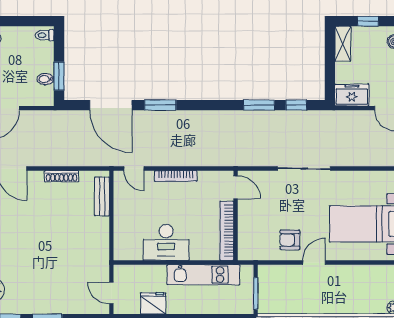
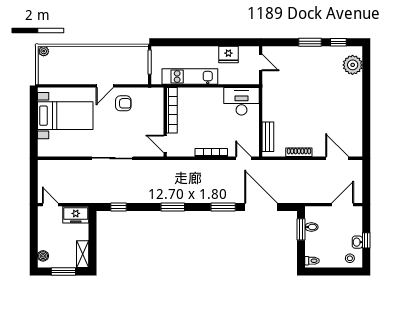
window: (368, 21) -> (63, 272), width x1.50
window: (259, 105) -> (173, 207), moved
desk: (166, 242) -> (241, 101), moved

